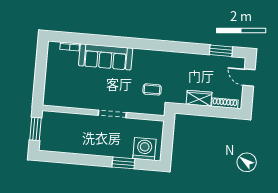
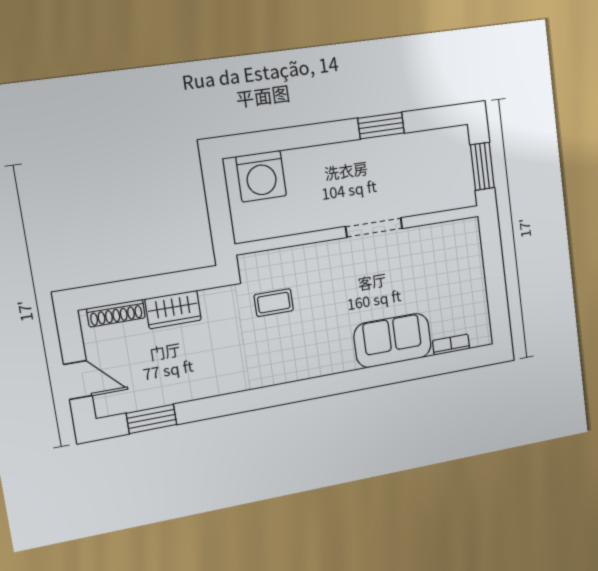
sofa: (106, 57) -> (393, 341), width x0.73
doorway: (112, 114) -> (374, 228), moved
window: (123, 163) -> (381, 126), moved

